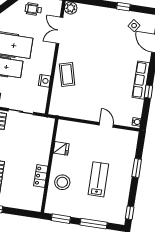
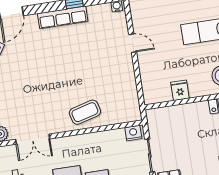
nightstand: (45, 81) -> (133, 133), moved
door: (106, 125) -> (133, 43), swing flipped

